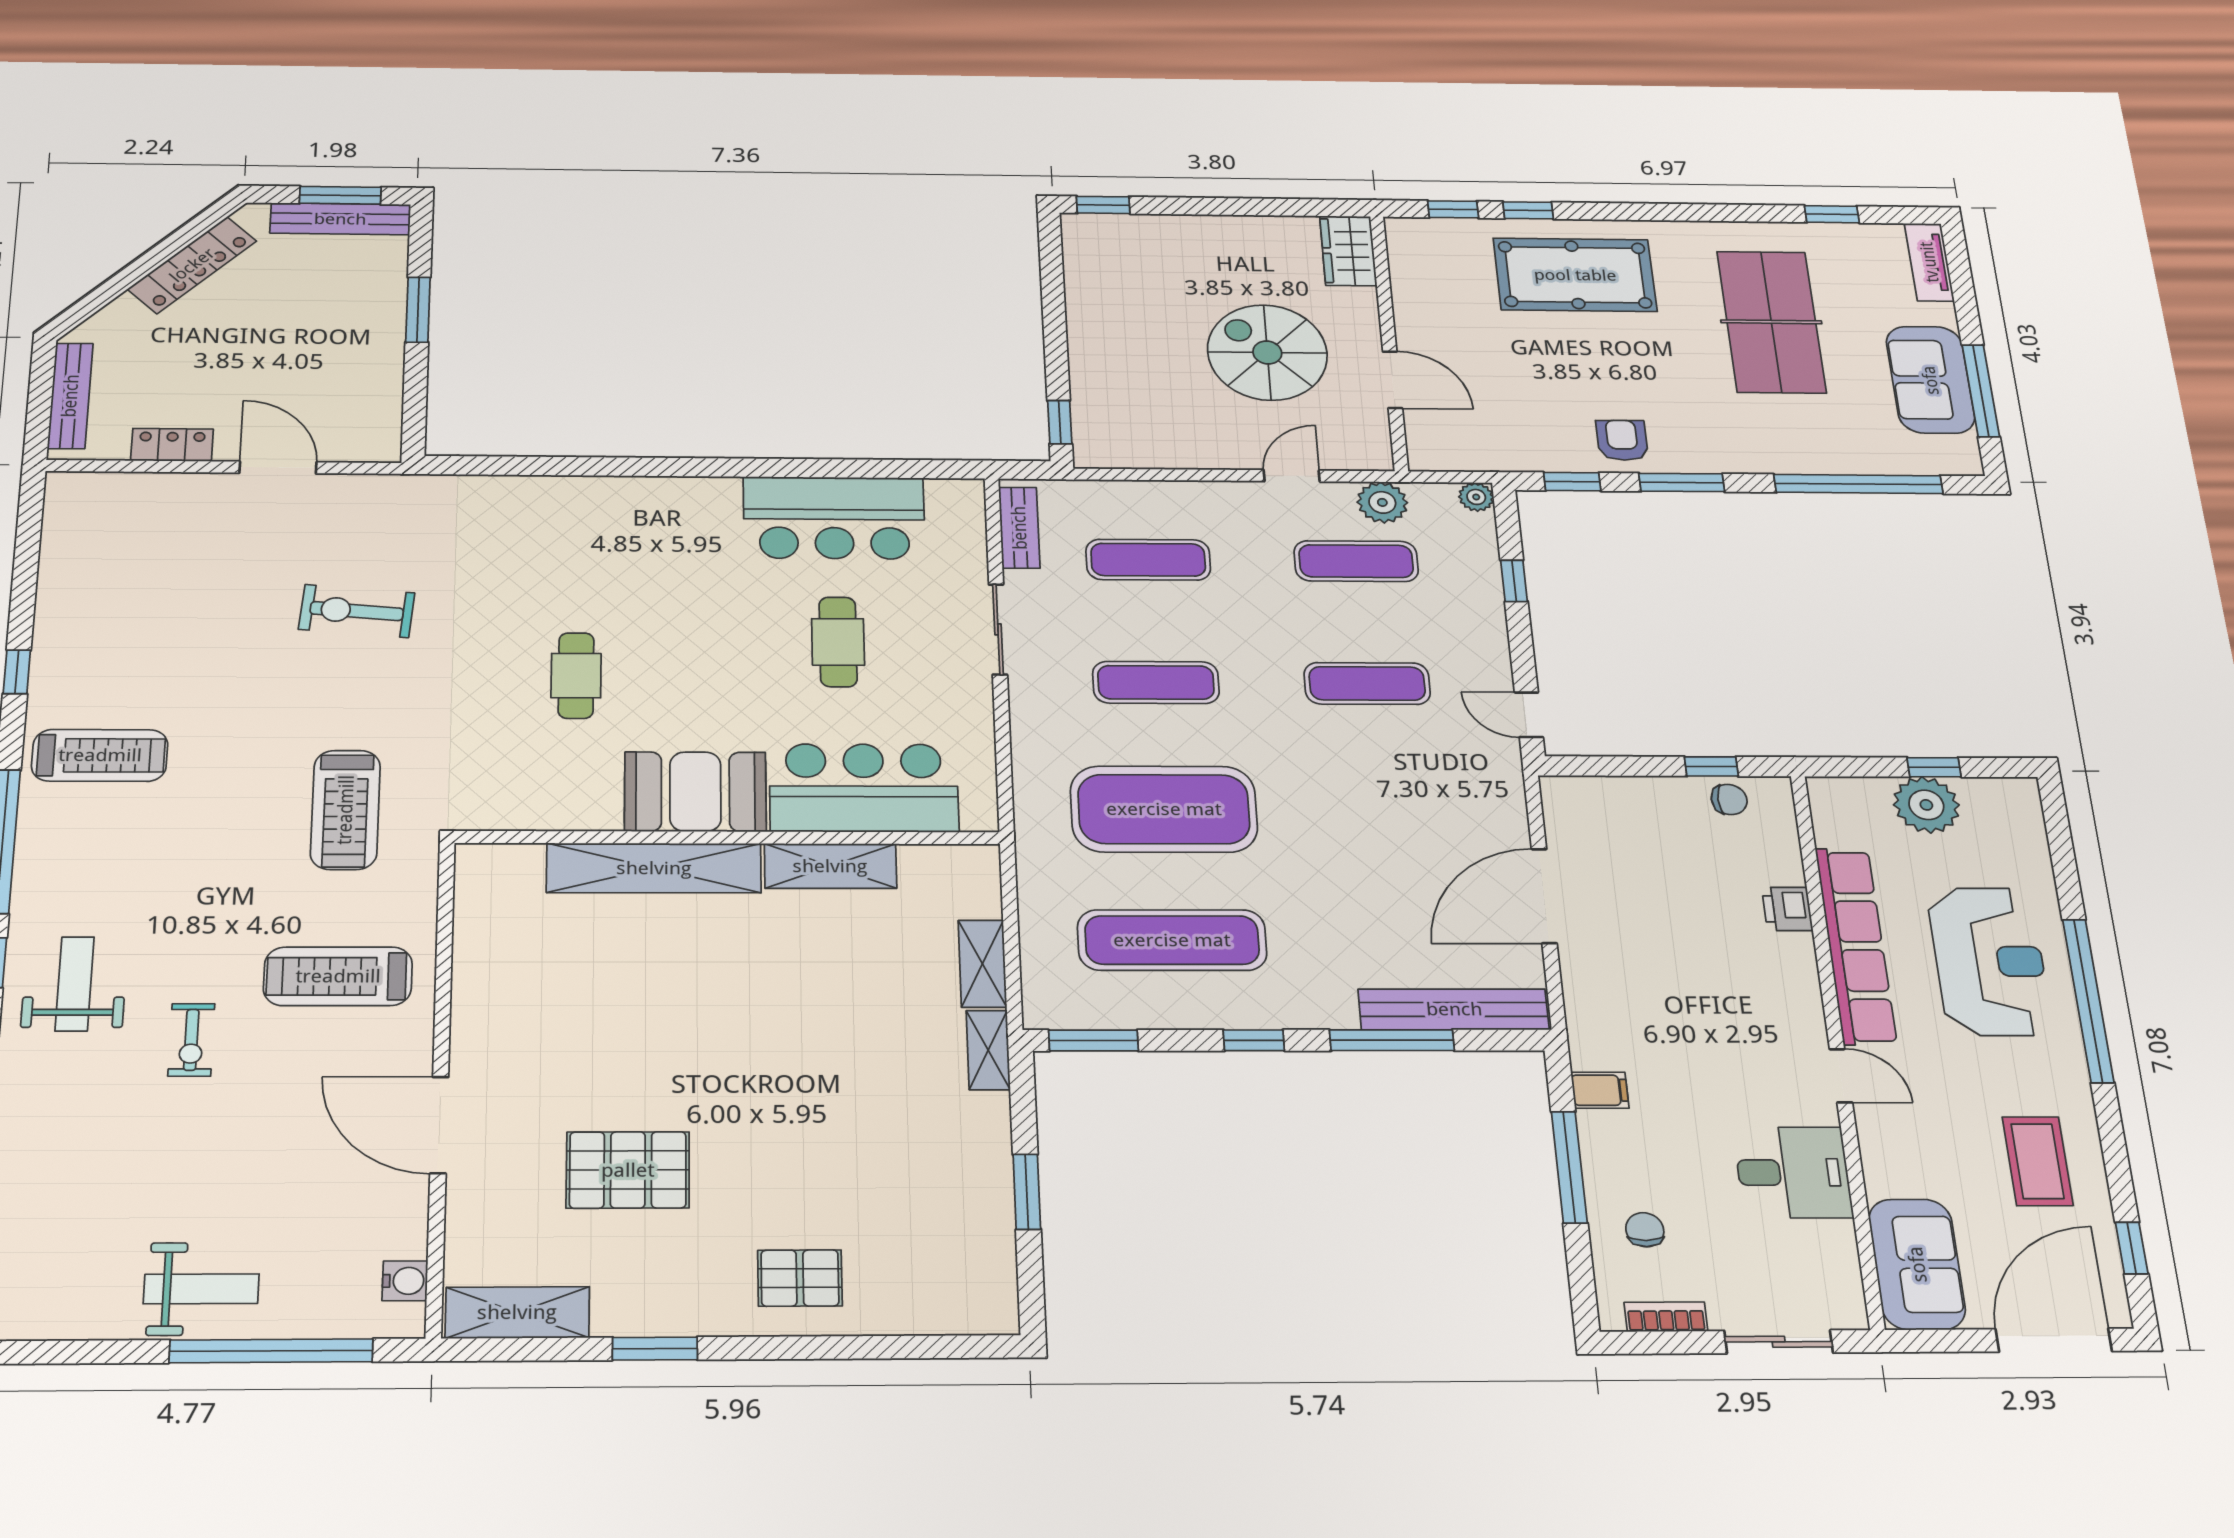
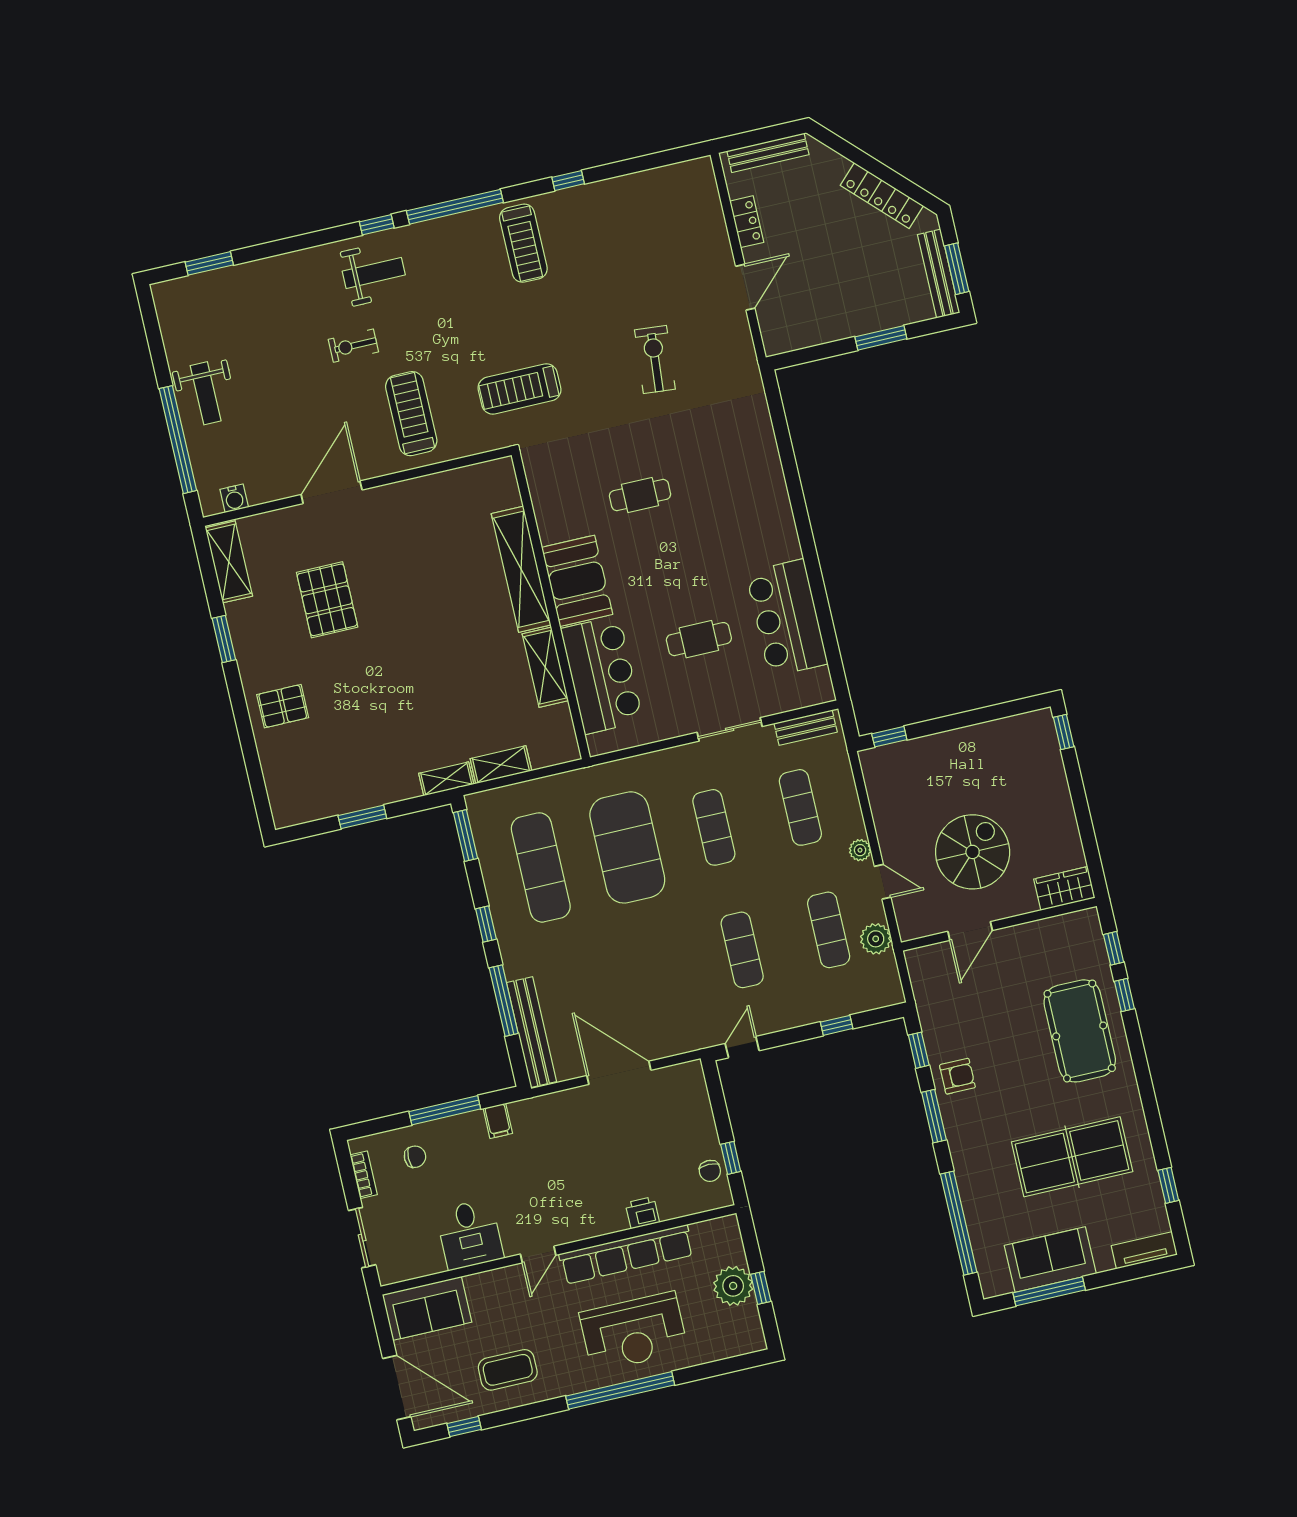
plant: (1476, 497) -> (860, 850), moved
pallet: (800, 1278) -> (283, 706), turned 90

